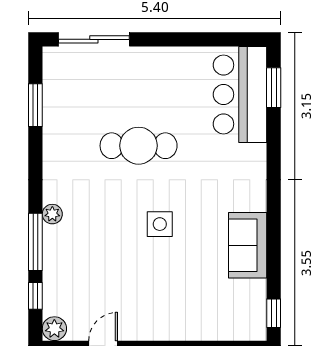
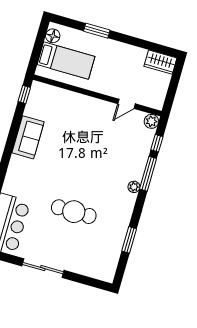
sliding door: (94, 39) -> (43, 268), moved
window: (35, 105) -> (129, 240), moved
side table: (160, 224) -> (75, 164), removed

